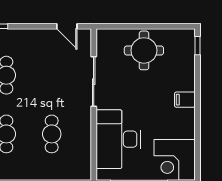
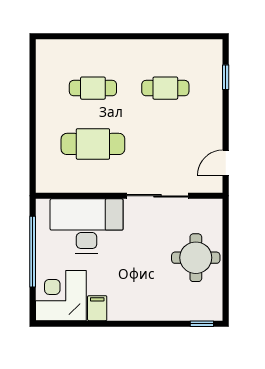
filing cabinet: (185, 100) -> (97, 308), moved
cafe table: (52, 134) -> (93, 144), width x1.37, depth x1.35

